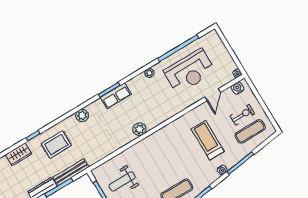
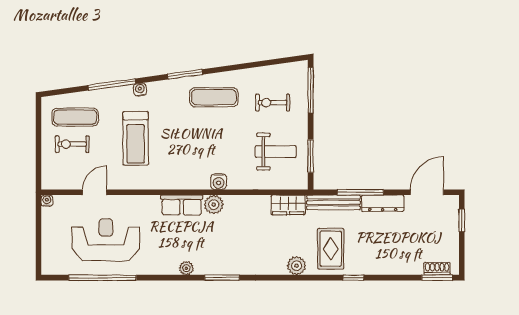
plant: (149, 73) -> (186, 268), moved
water cooler: (238, 88) -> (219, 182), moved
row of seats: (116, 96) -> (182, 205), moved, turned 180
plant: (82, 116) -> (297, 266), moved
rug: (56, 145) -> (331, 249), turned 90
wardrobe: (19, 154) -> (288, 205), moved, turned 180

